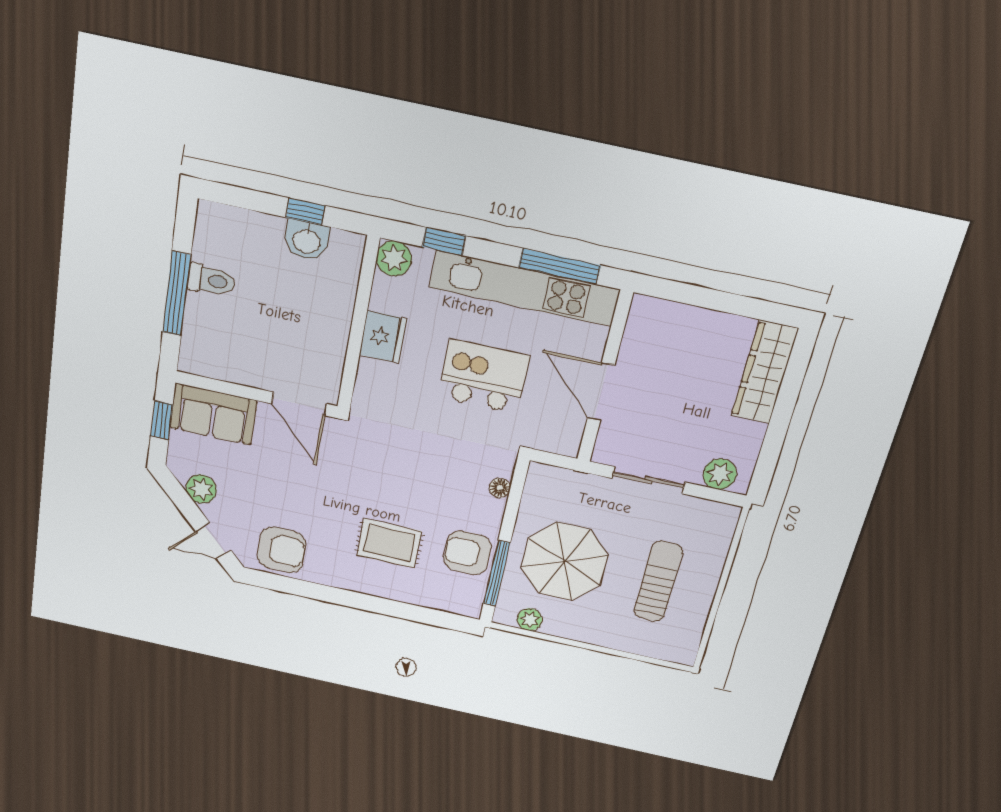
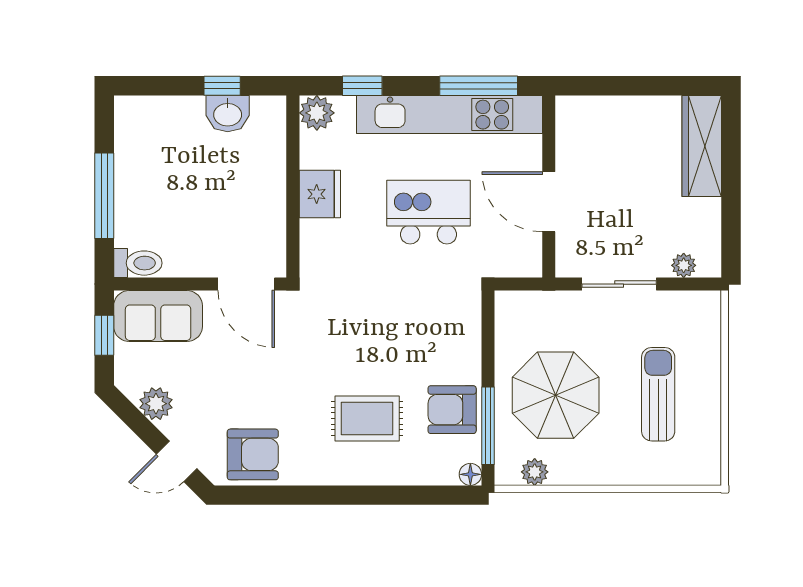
toilet: (211, 280) -> (138, 263), moved
plant: (720, 474) -> (684, 265), width x0.73, depth x0.73
floor lamp: (500, 488) -> (470, 474), moved

